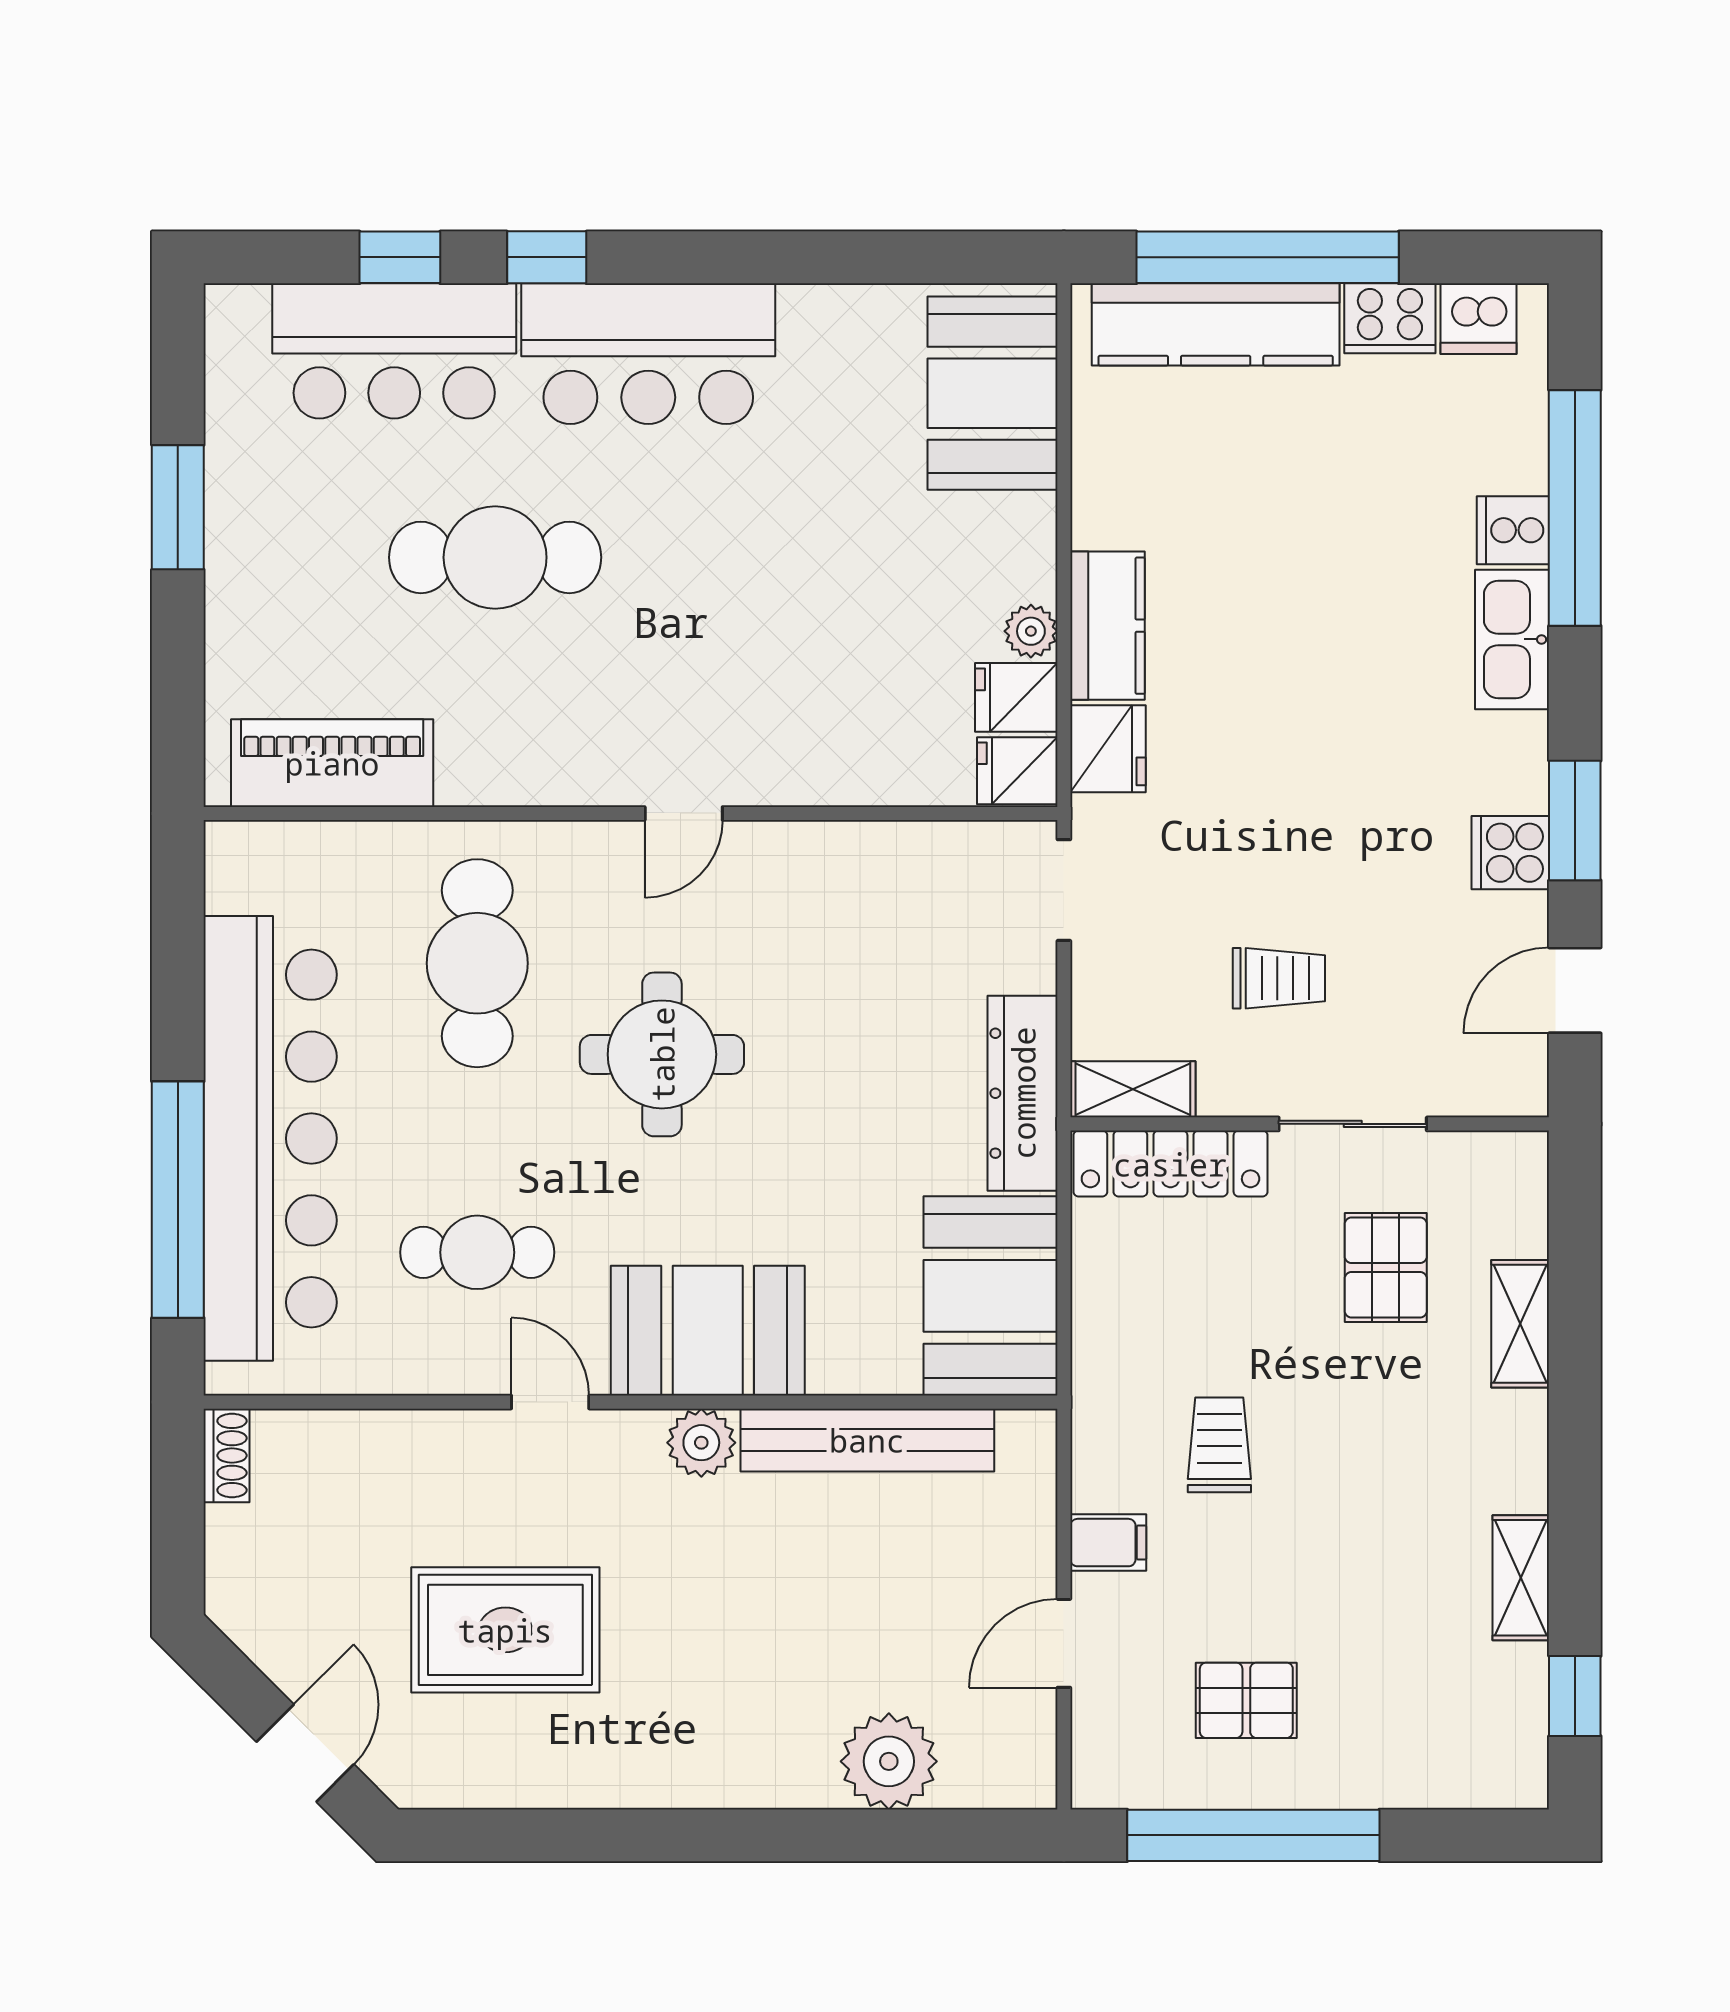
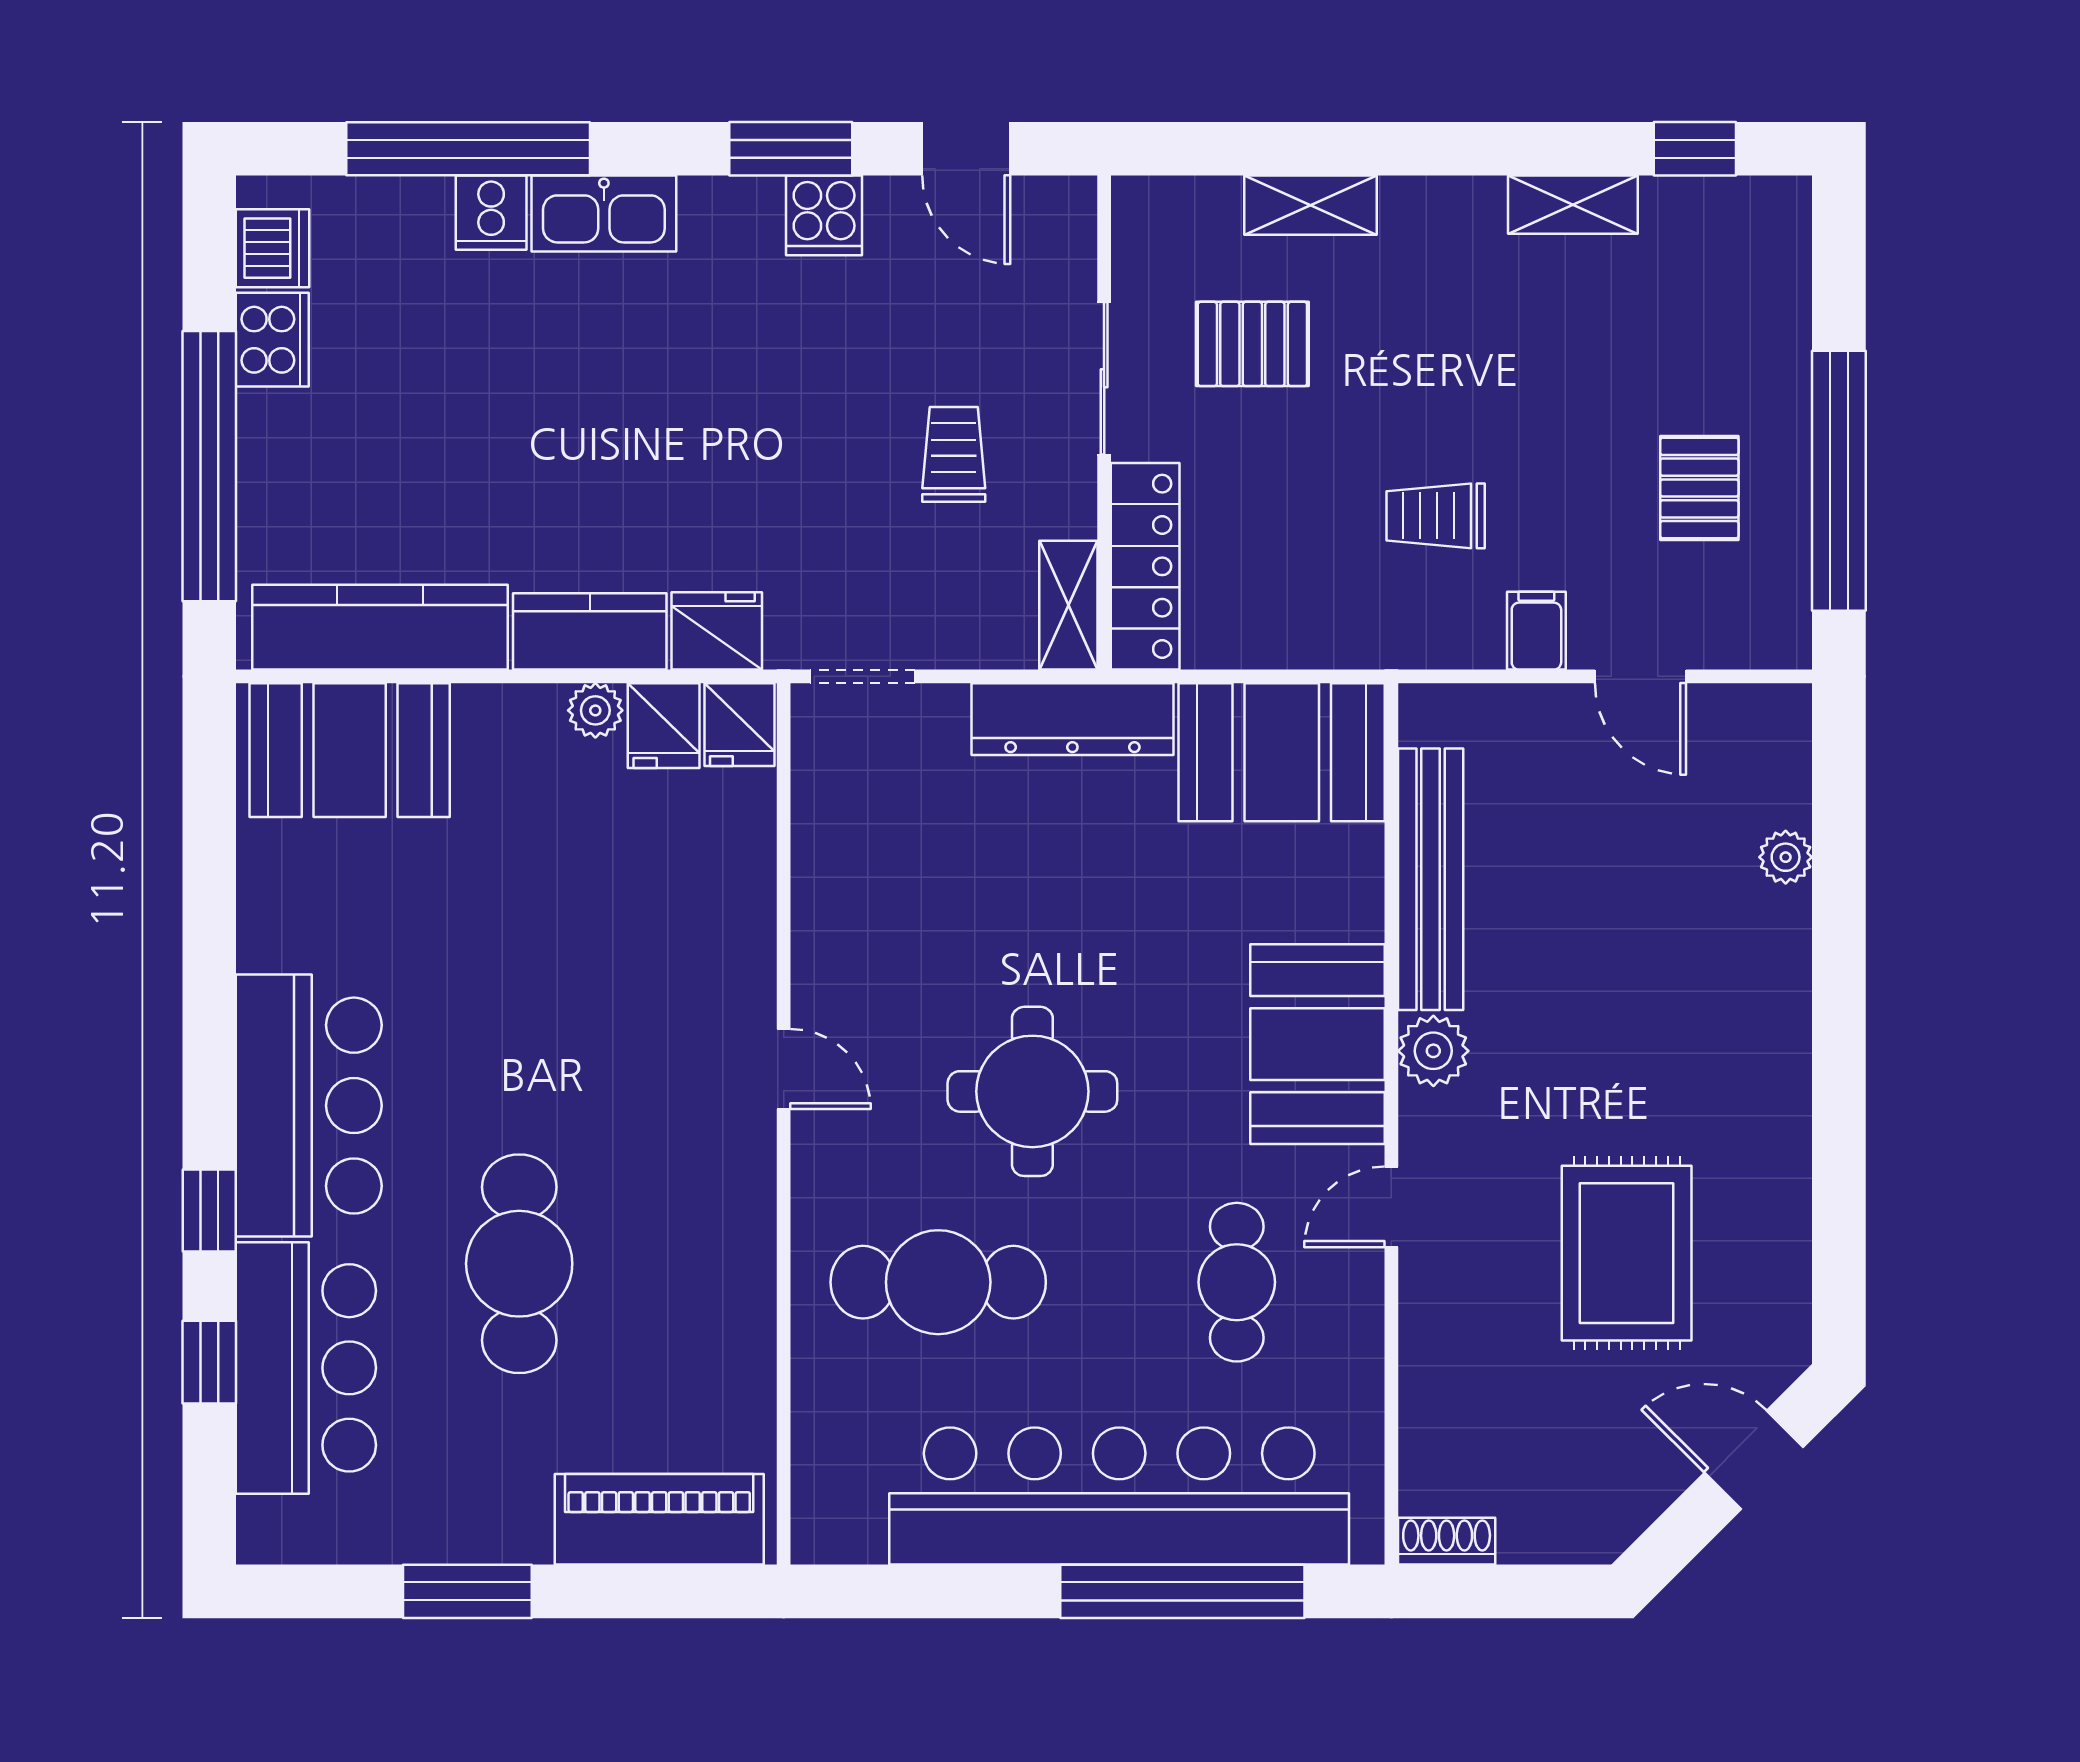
kitchen counter: (1216, 324) -> (380, 627), moved, turned -90
piano: (332, 763) -> (659, 1519), moved, turned 90
plant: (889, 1761) -> (1786, 857), width x0.53, depth x0.53

